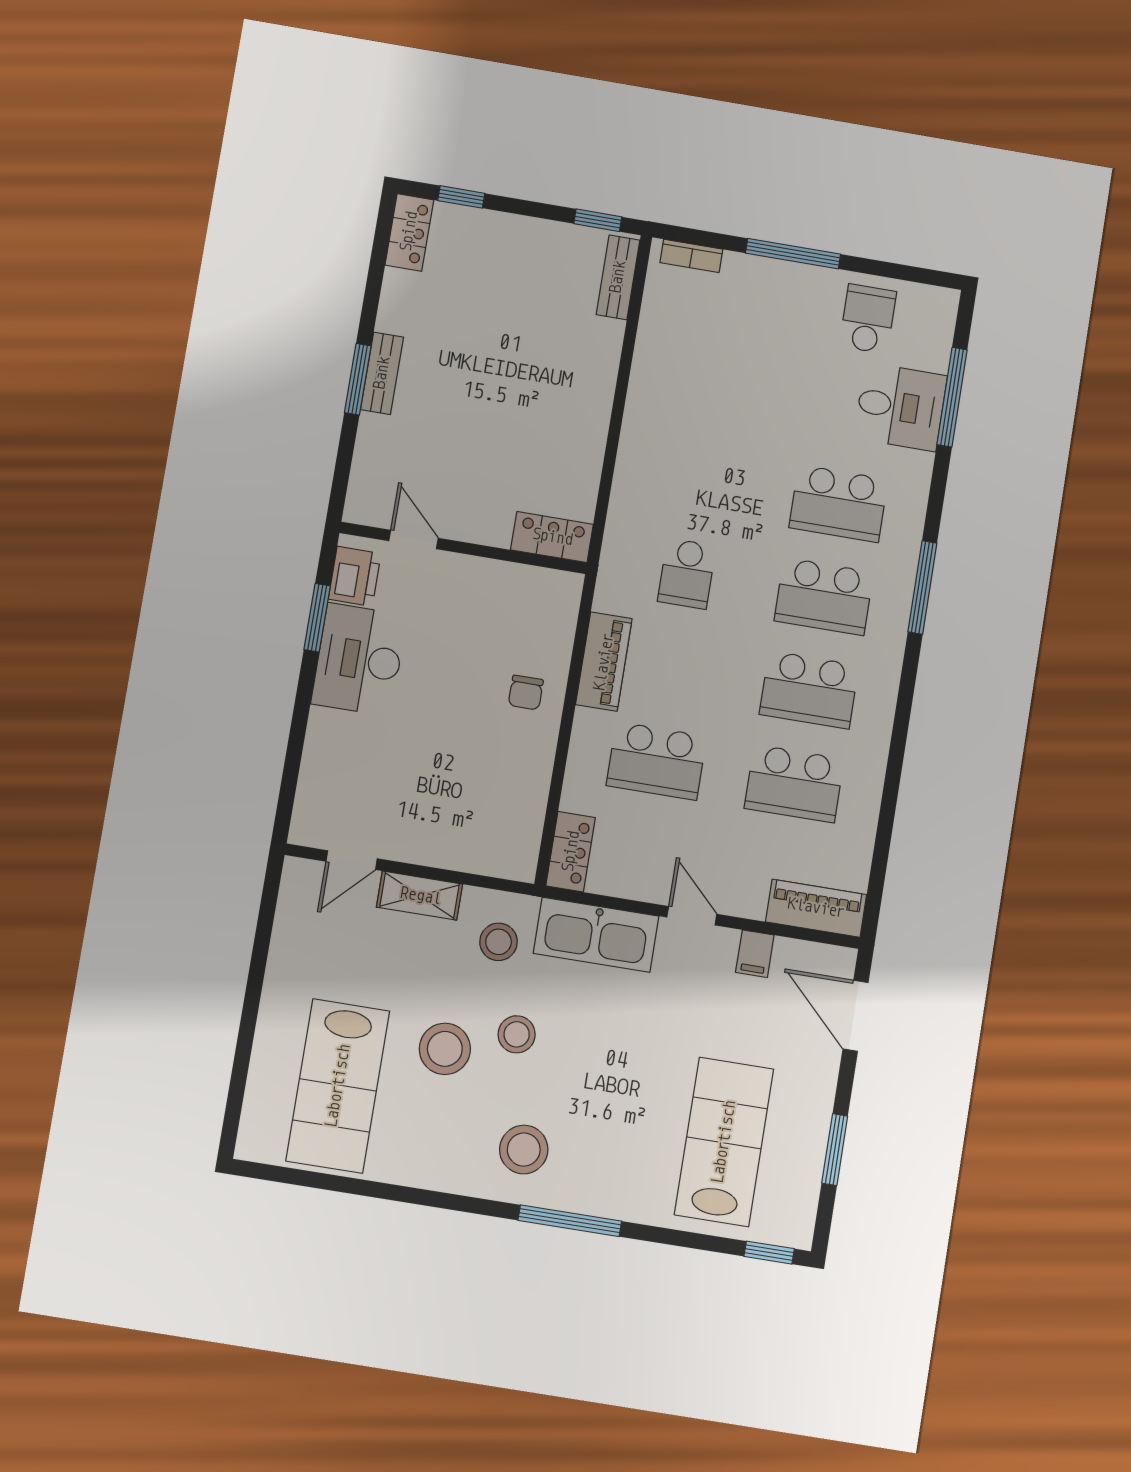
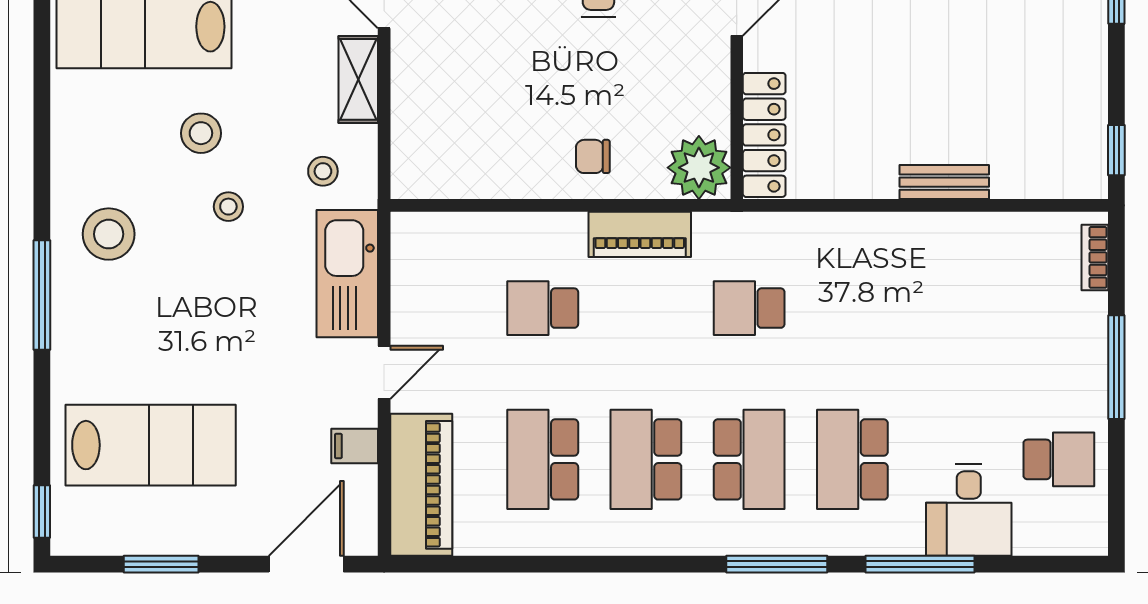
bench: (618, 277) -> (944, 182), moved
window: (952, 397) -> (920, 564), moved
locker: (552, 537) -> (764, 135), width x1.53
school desk: (824, 596) -> (749, 459), turned 180
plant: (552, 598) -> (699, 168), added
school desk: (657, 761) -> (543, 308), width x0.54
locker: (571, 852) -> (431, 232), removed
piano: (816, 908) -> (421, 485), width x1.37, depth x1.33
stool: (499, 942) -> (323, 171), width x0.73, depth x0.73
stool: (517, 1034) -> (228, 207), width x0.73, depth x0.73
stool: (445, 1049) -> (201, 133), width x0.73, depth x0.73

